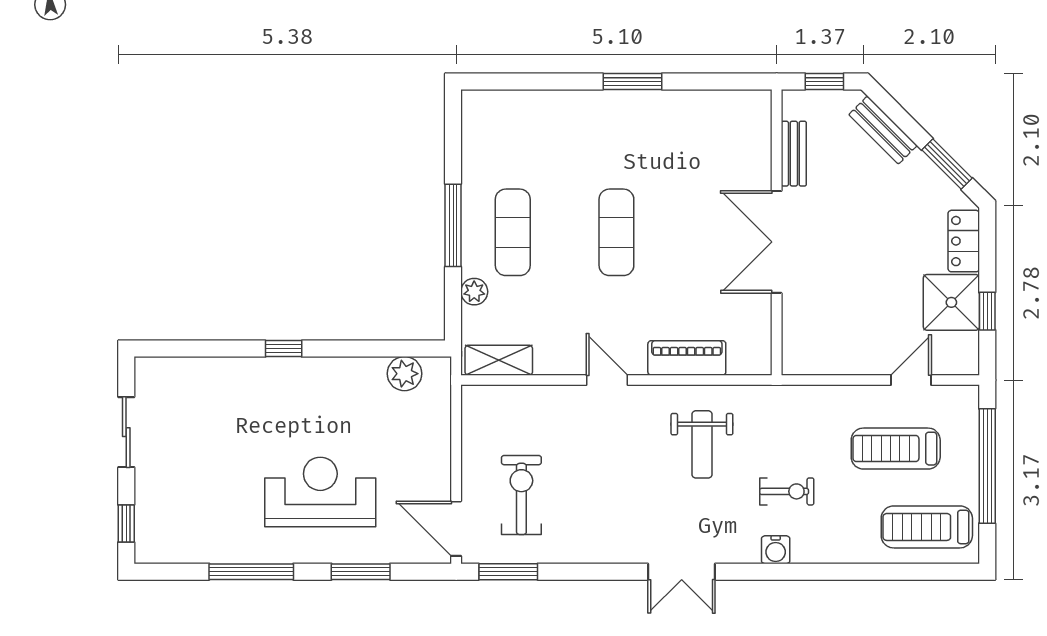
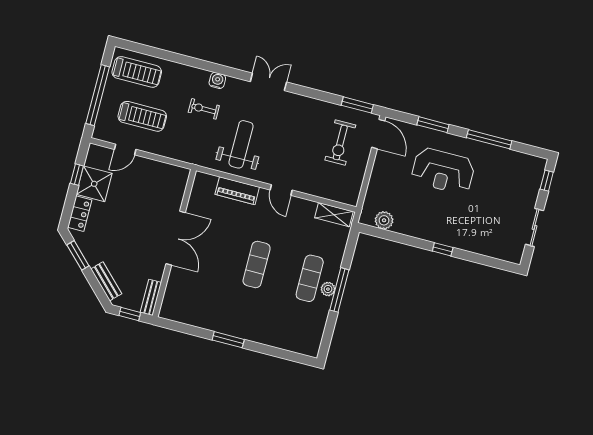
bench: (794, 154) -> (151, 297), moved
plant: (474, 292) -> (328, 289), moved
weight bench: (702, 444) -> (241, 144), width x1.36, depth x1.33

